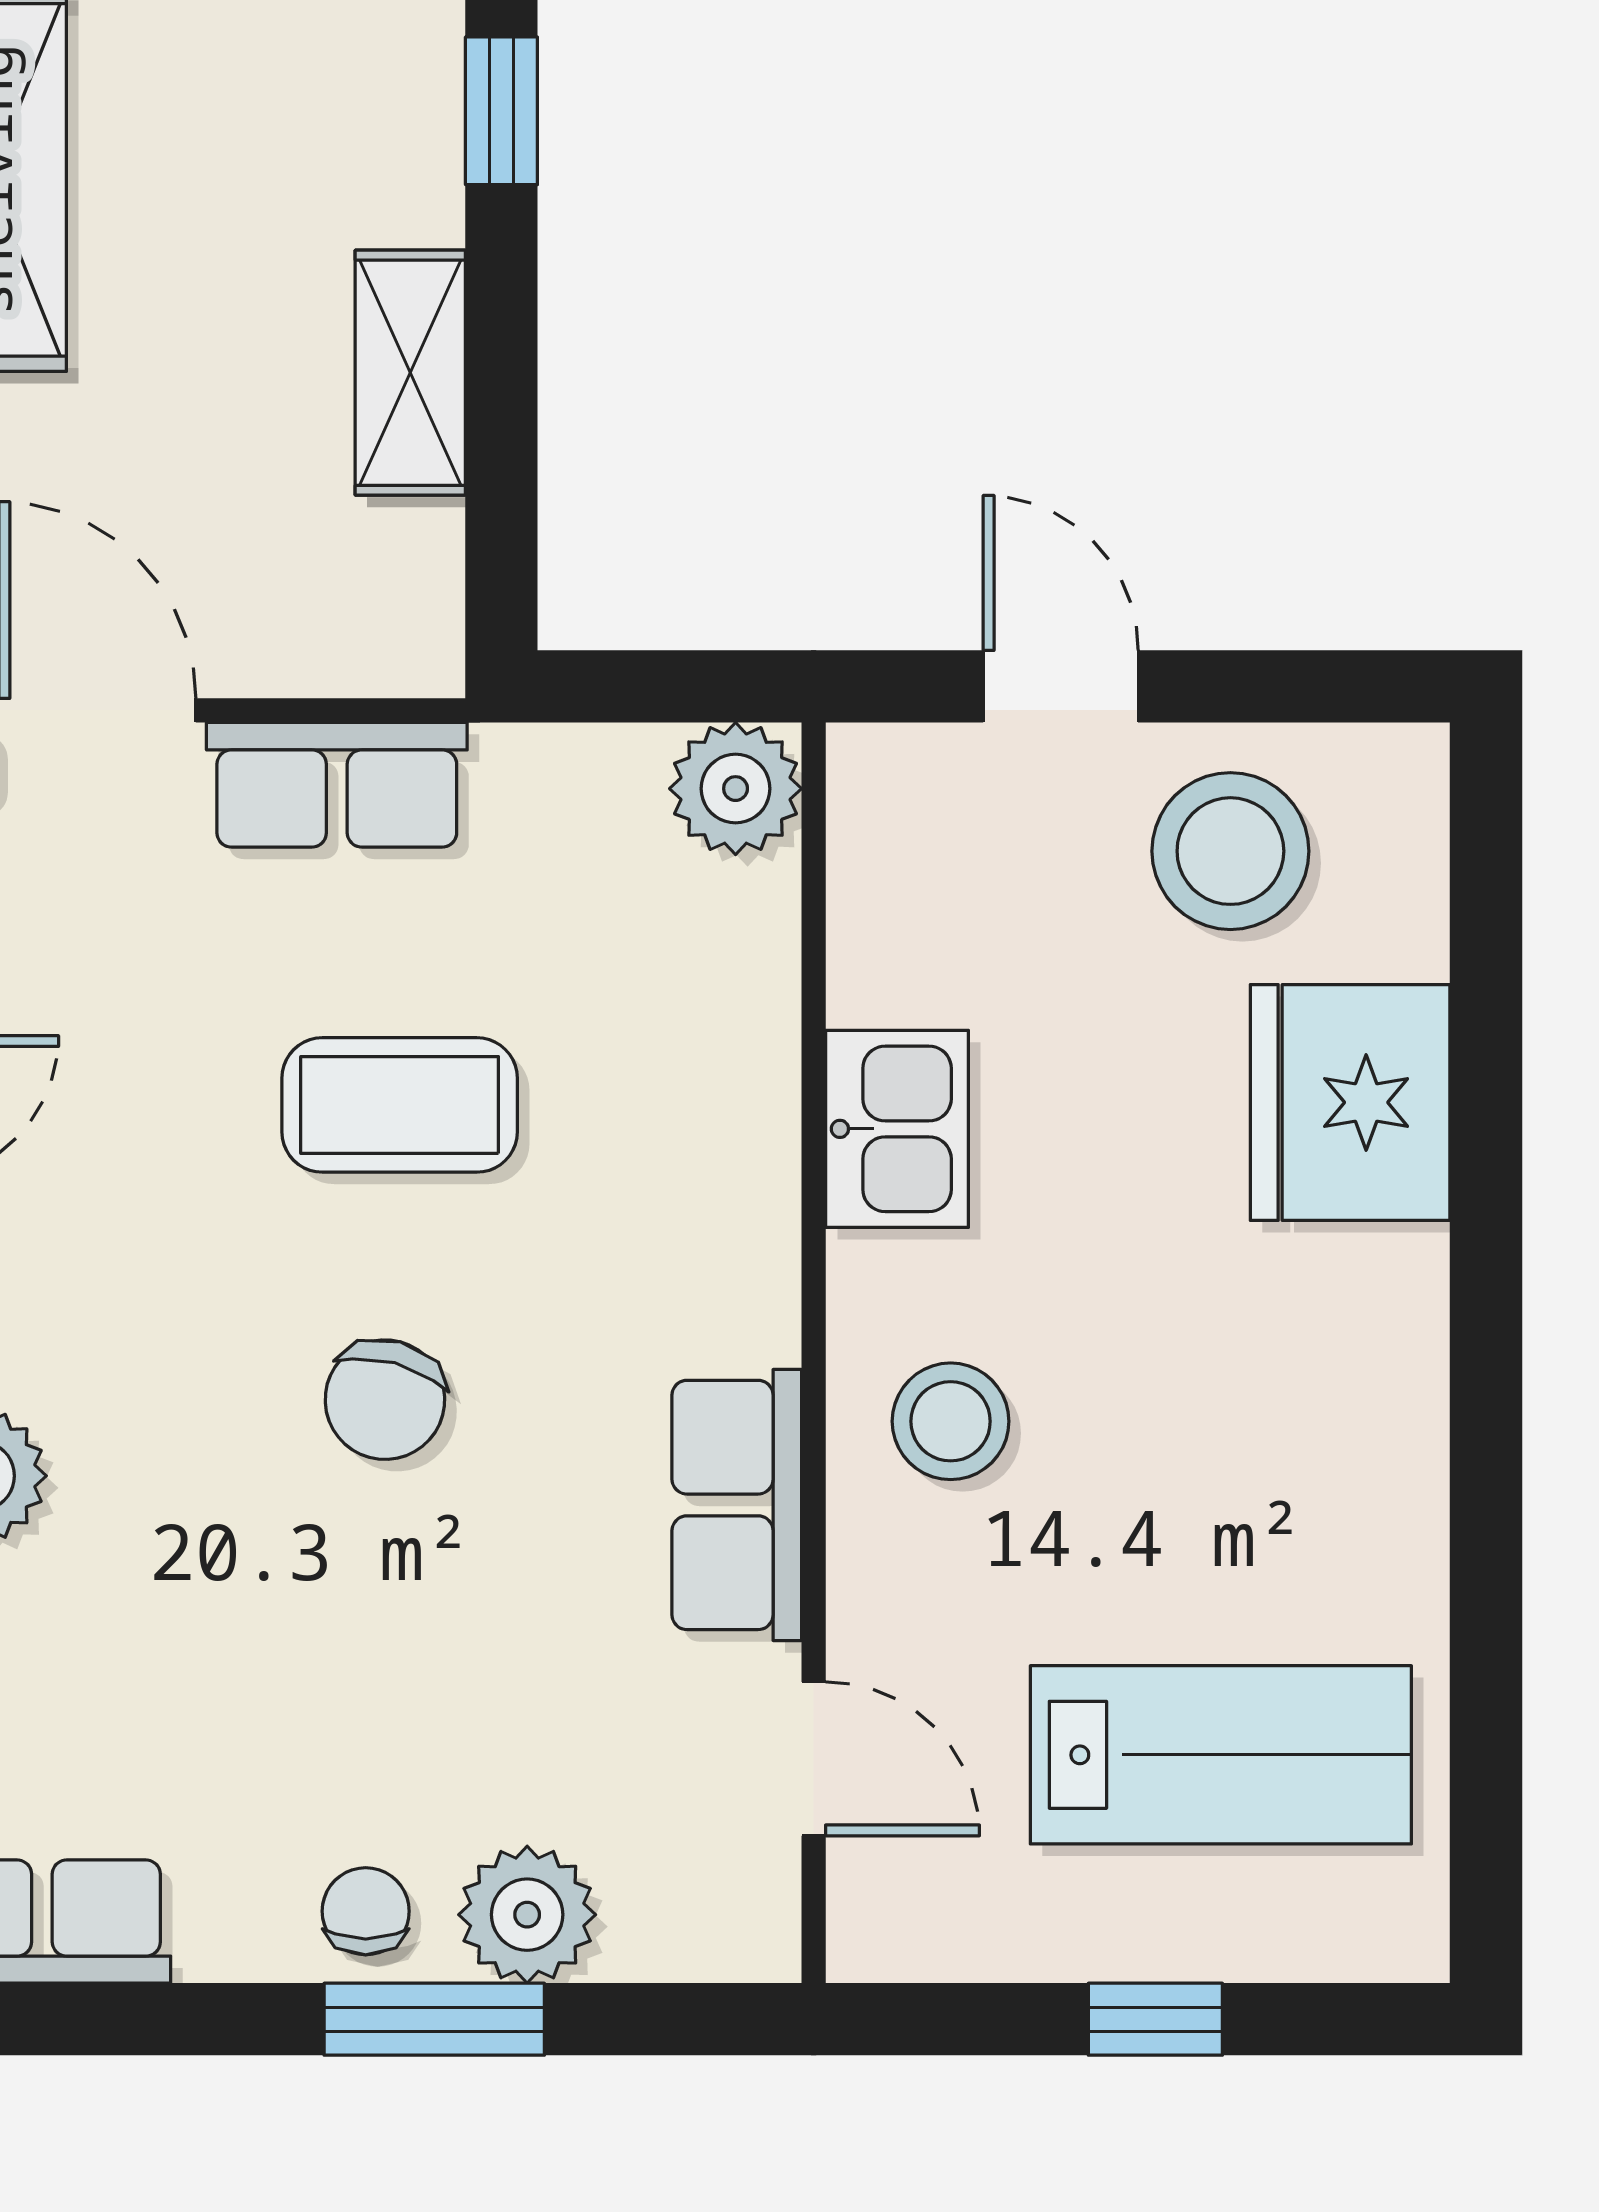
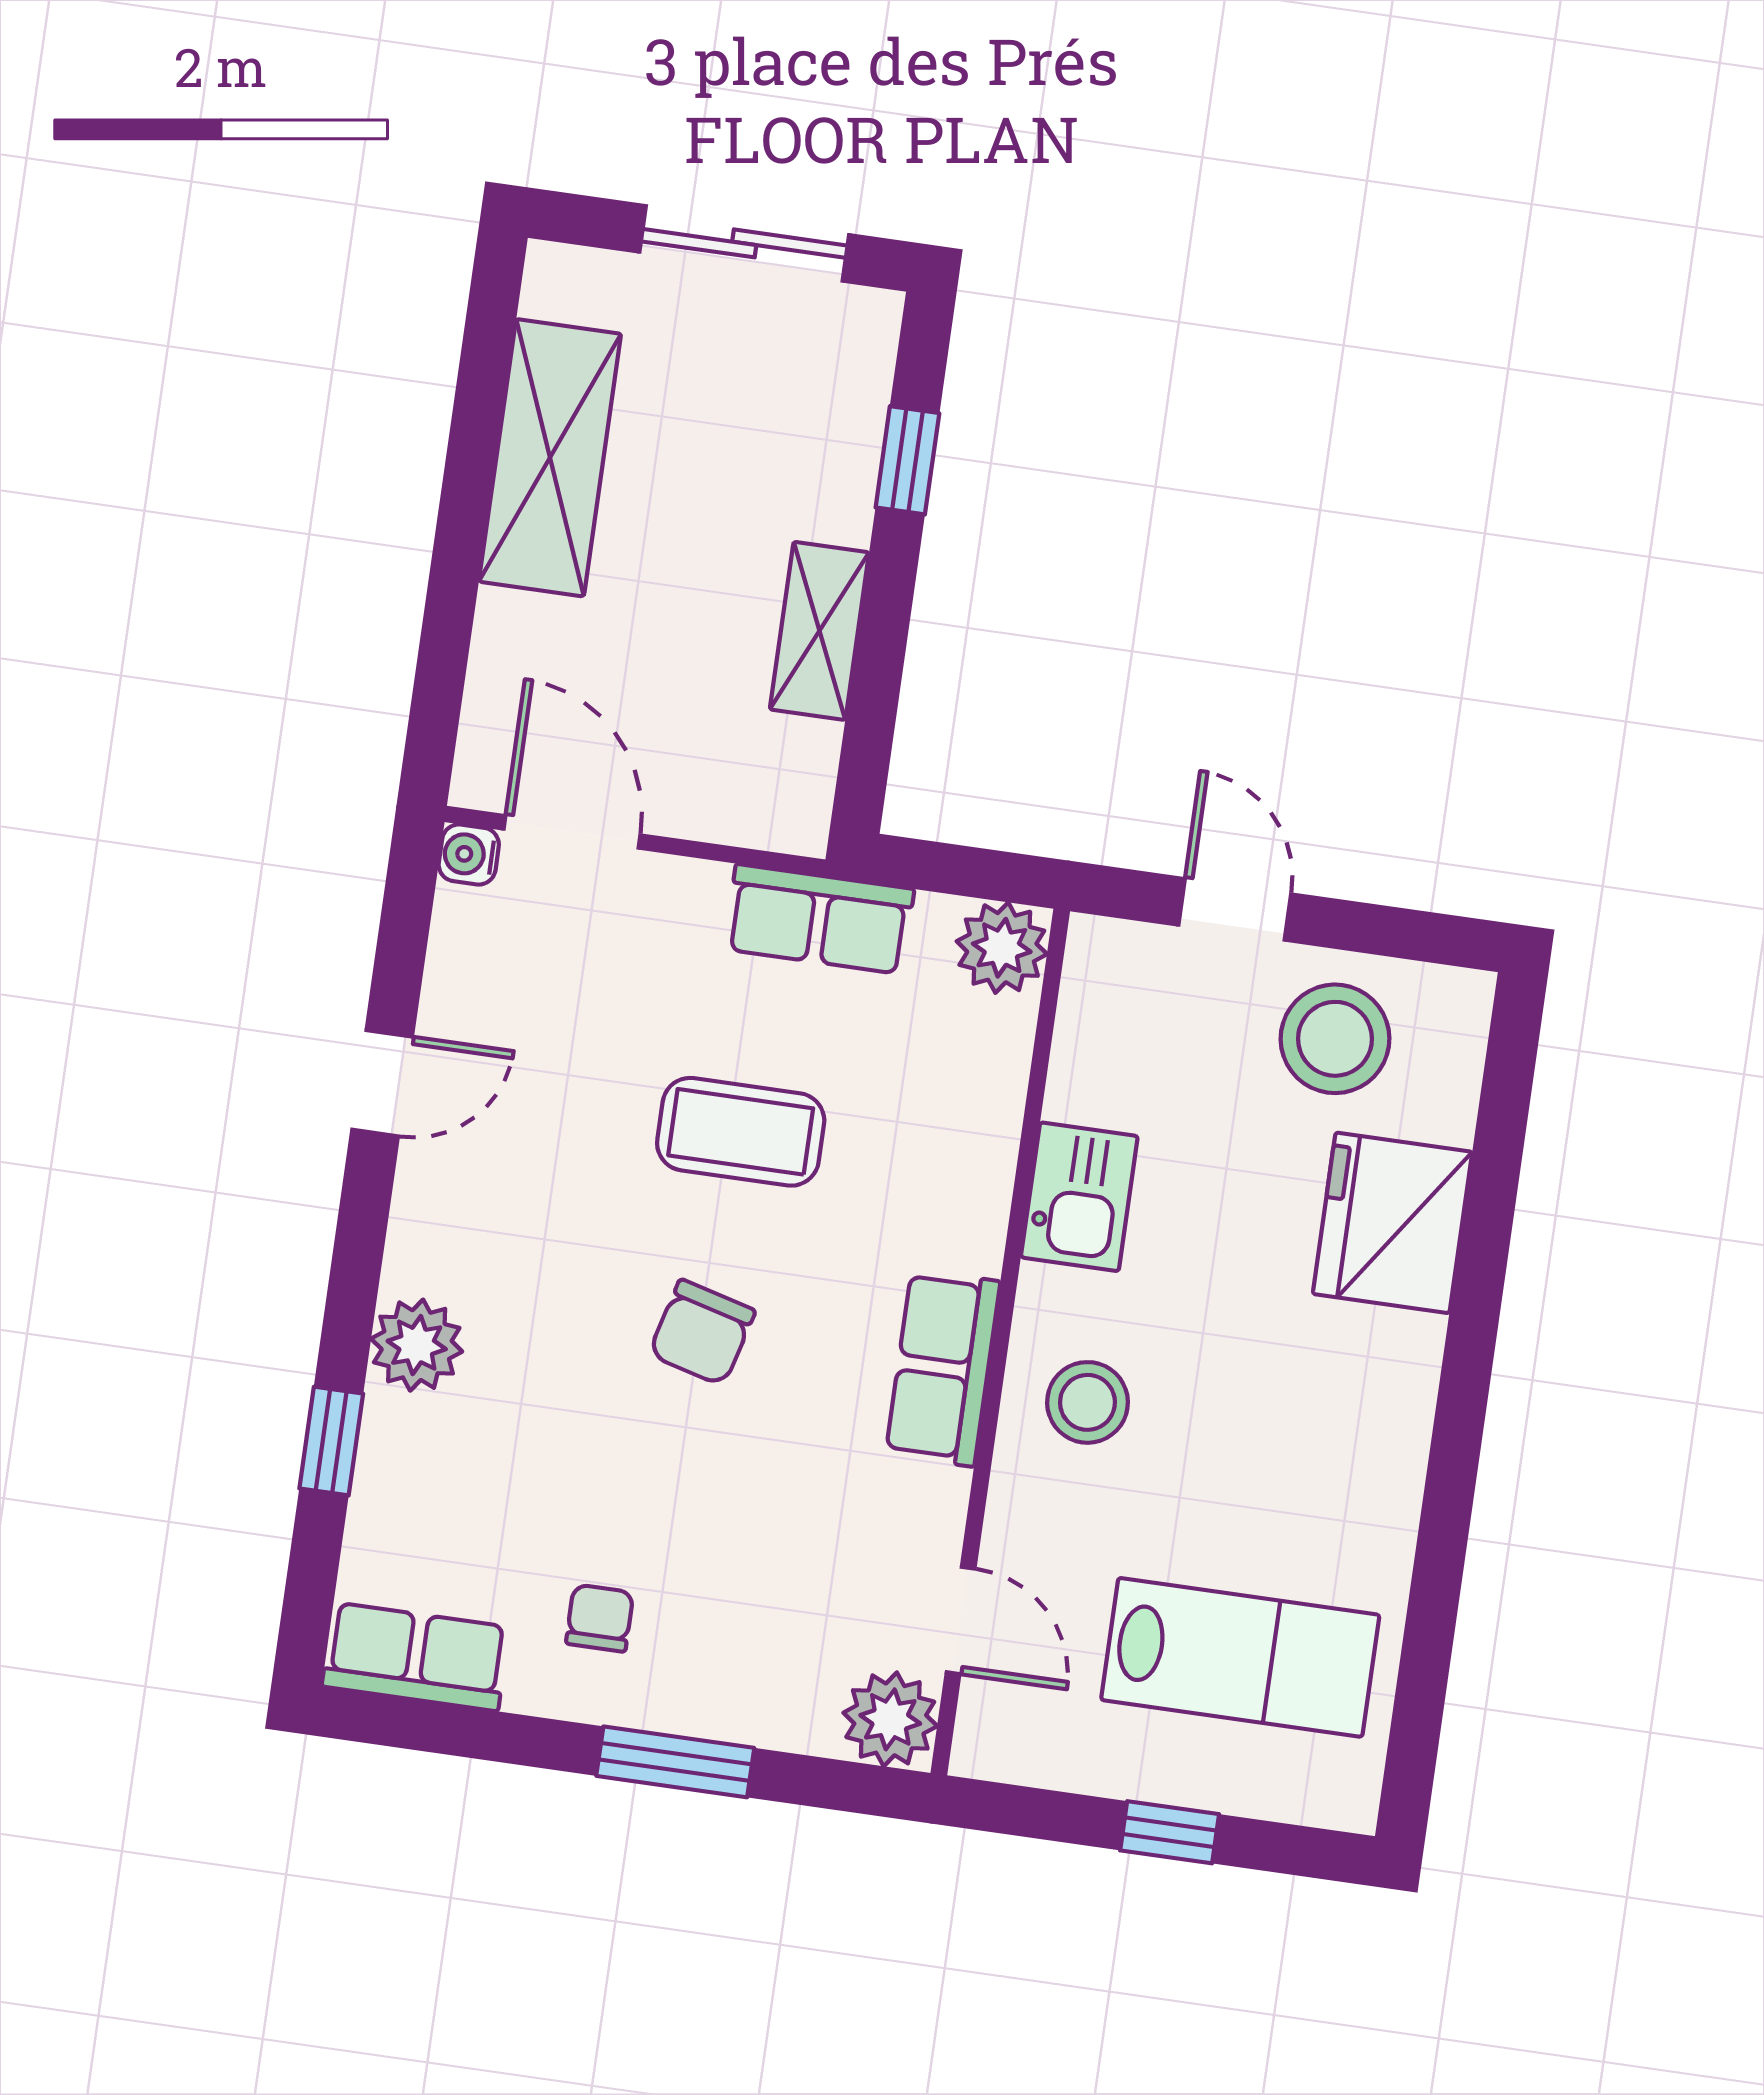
row of seats: (337, 785) -> (819, 919), moved
row of seats: (737, 1505) -> (943, 1368), moved
chair: (366, 1911) -> (600, 1618), moved
plant: (527, 1915) -> (890, 1719), moved

